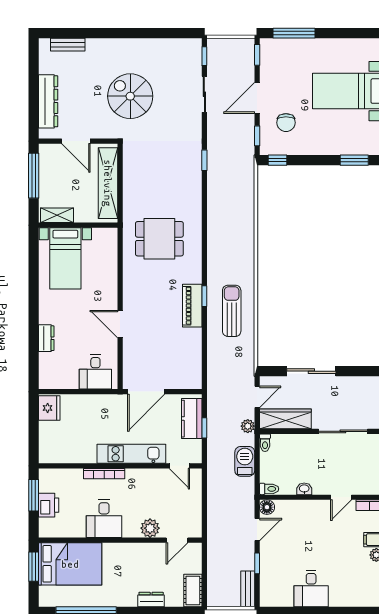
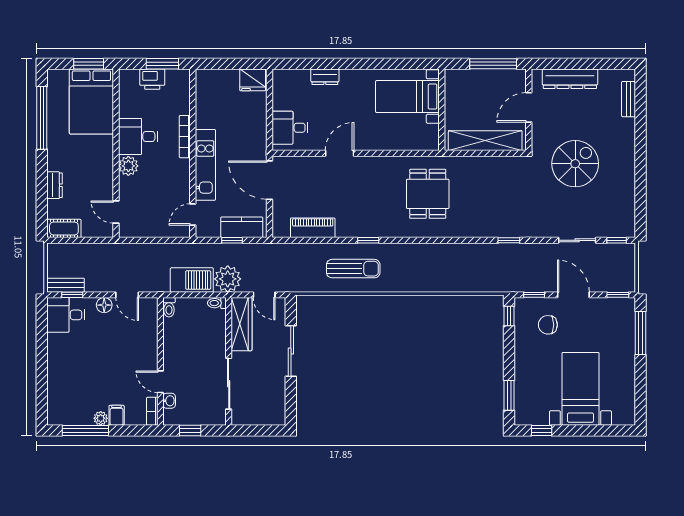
shelving: (57, 215) -> (452, 88), removed
piano: (192, 306) -> (313, 228), moved
plant: (248, 426) -> (228, 279), width x1.88, depth x1.88
barbecue: (245, 461) -> (192, 280), width x1.37, depth x1.21
washbasin: (304, 489) -> (169, 401), moved
floor lamp: (267, 507) -> (104, 305), moved
plant: (150, 528) -> (128, 166), moved
window: (257, 563) -> (72, 295), moved
desk: (311, 589) -> (66, 315), moved

